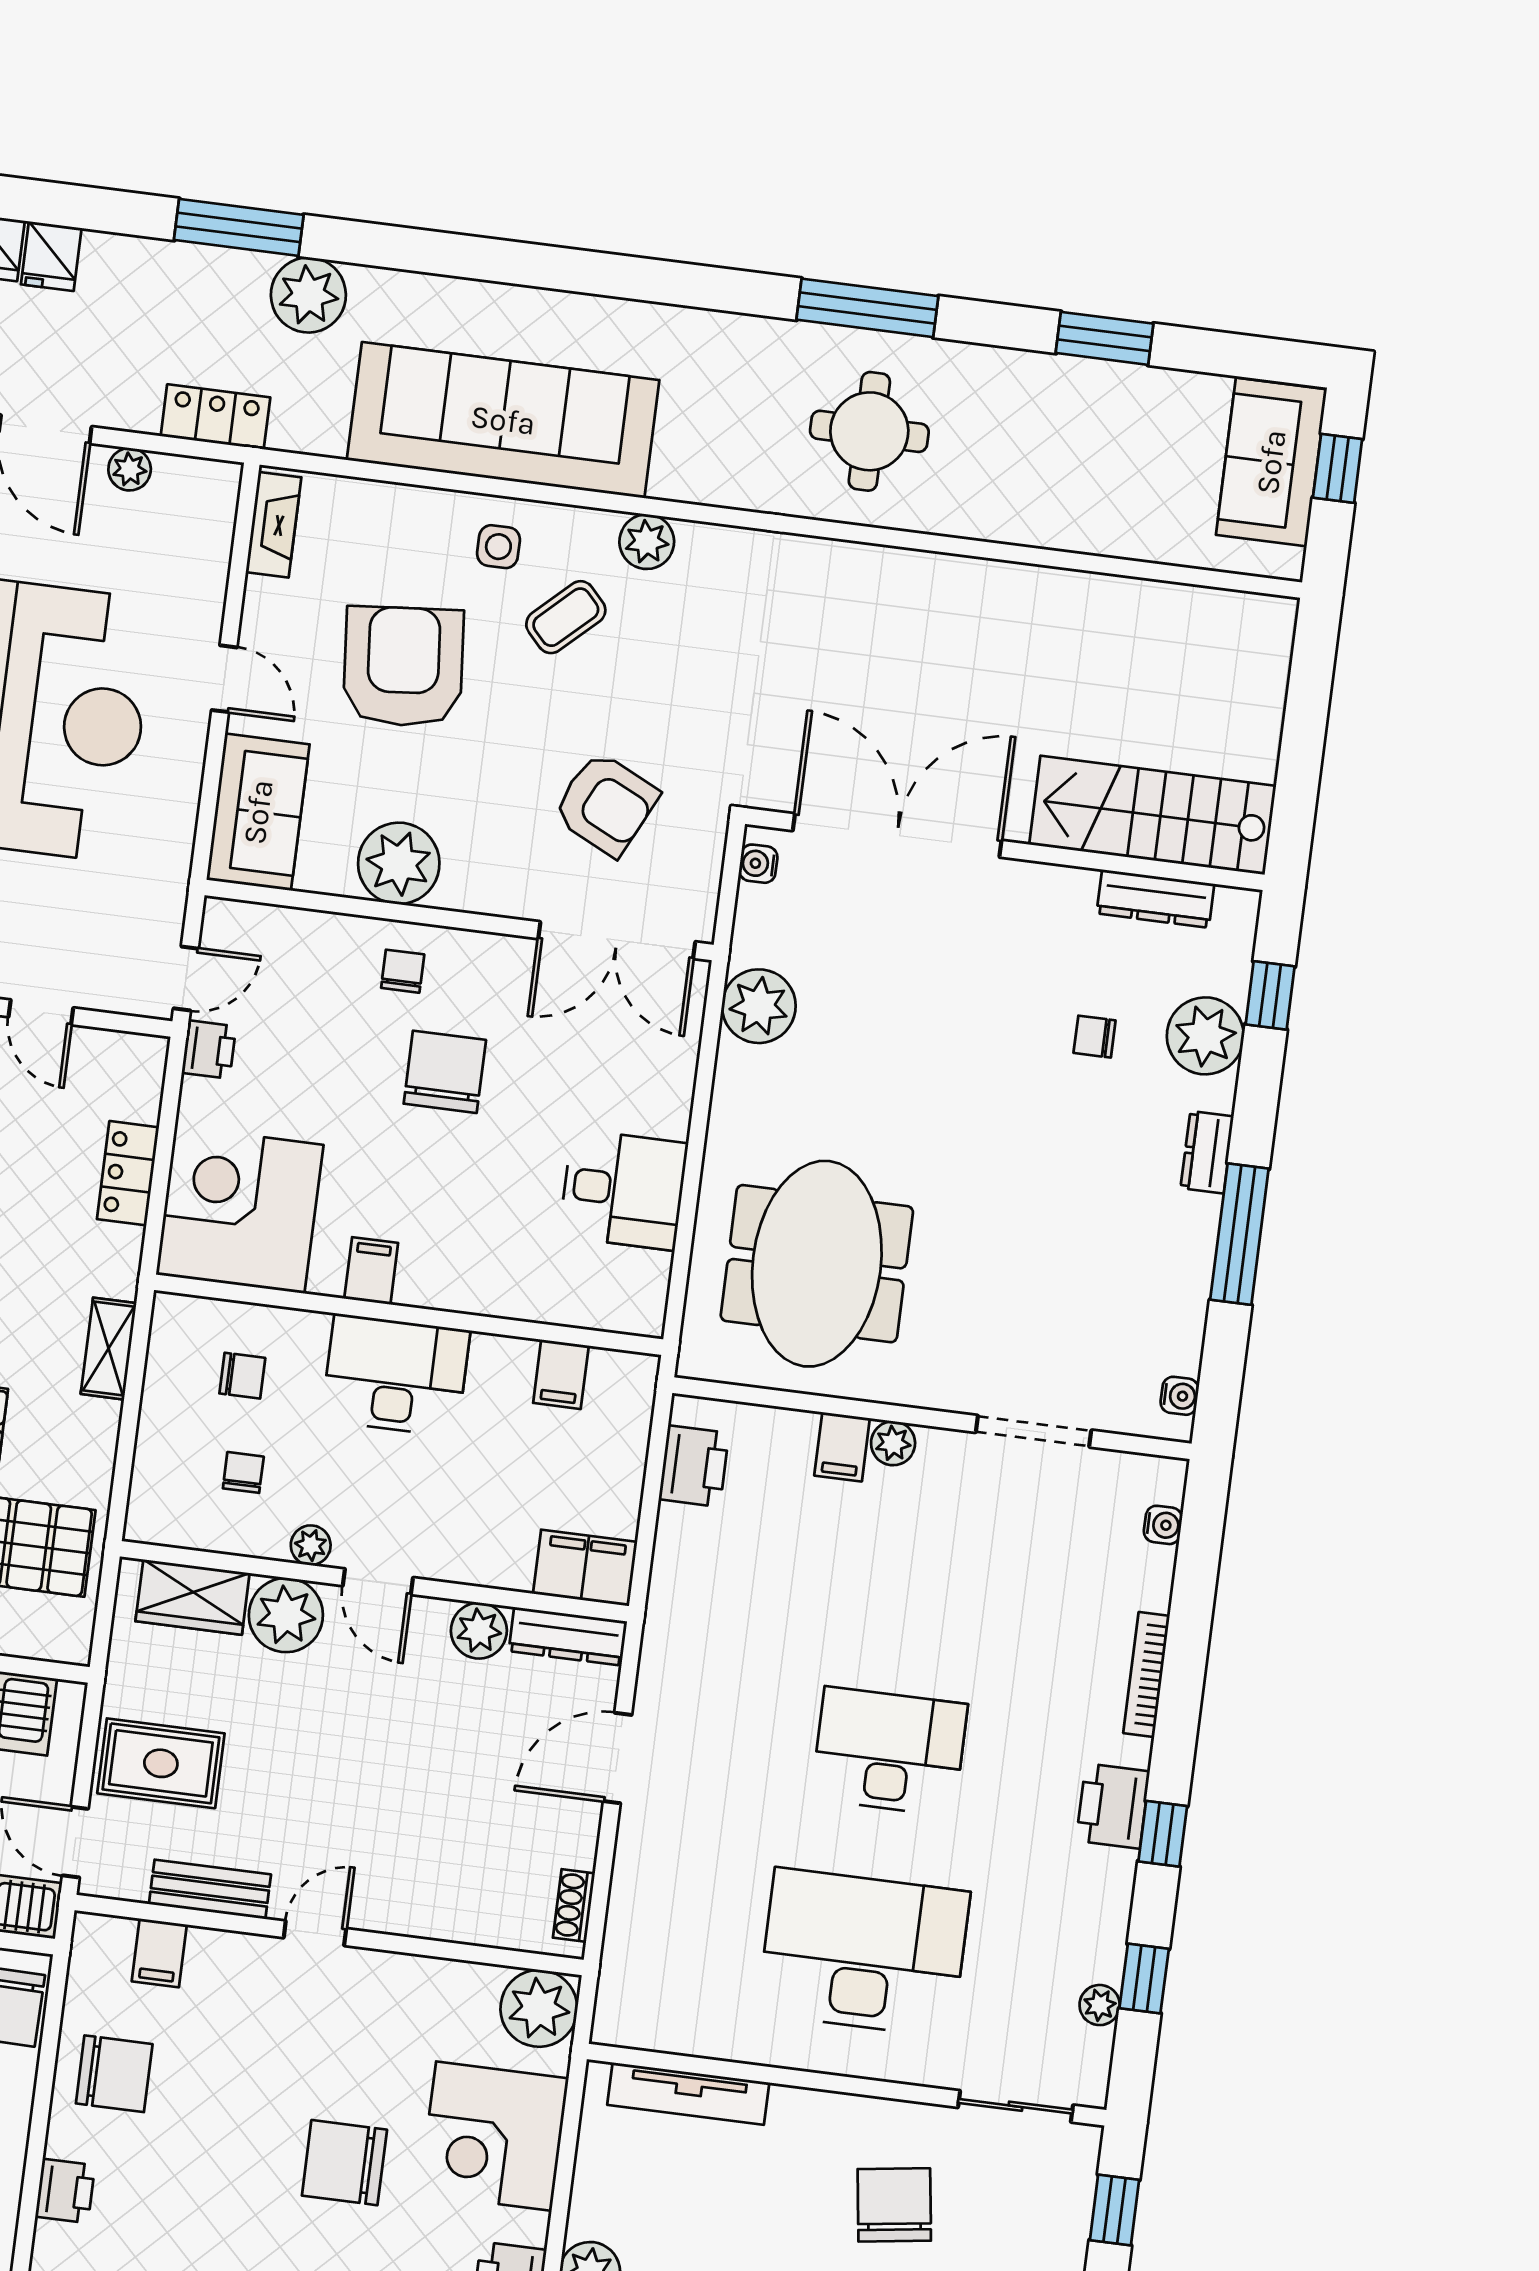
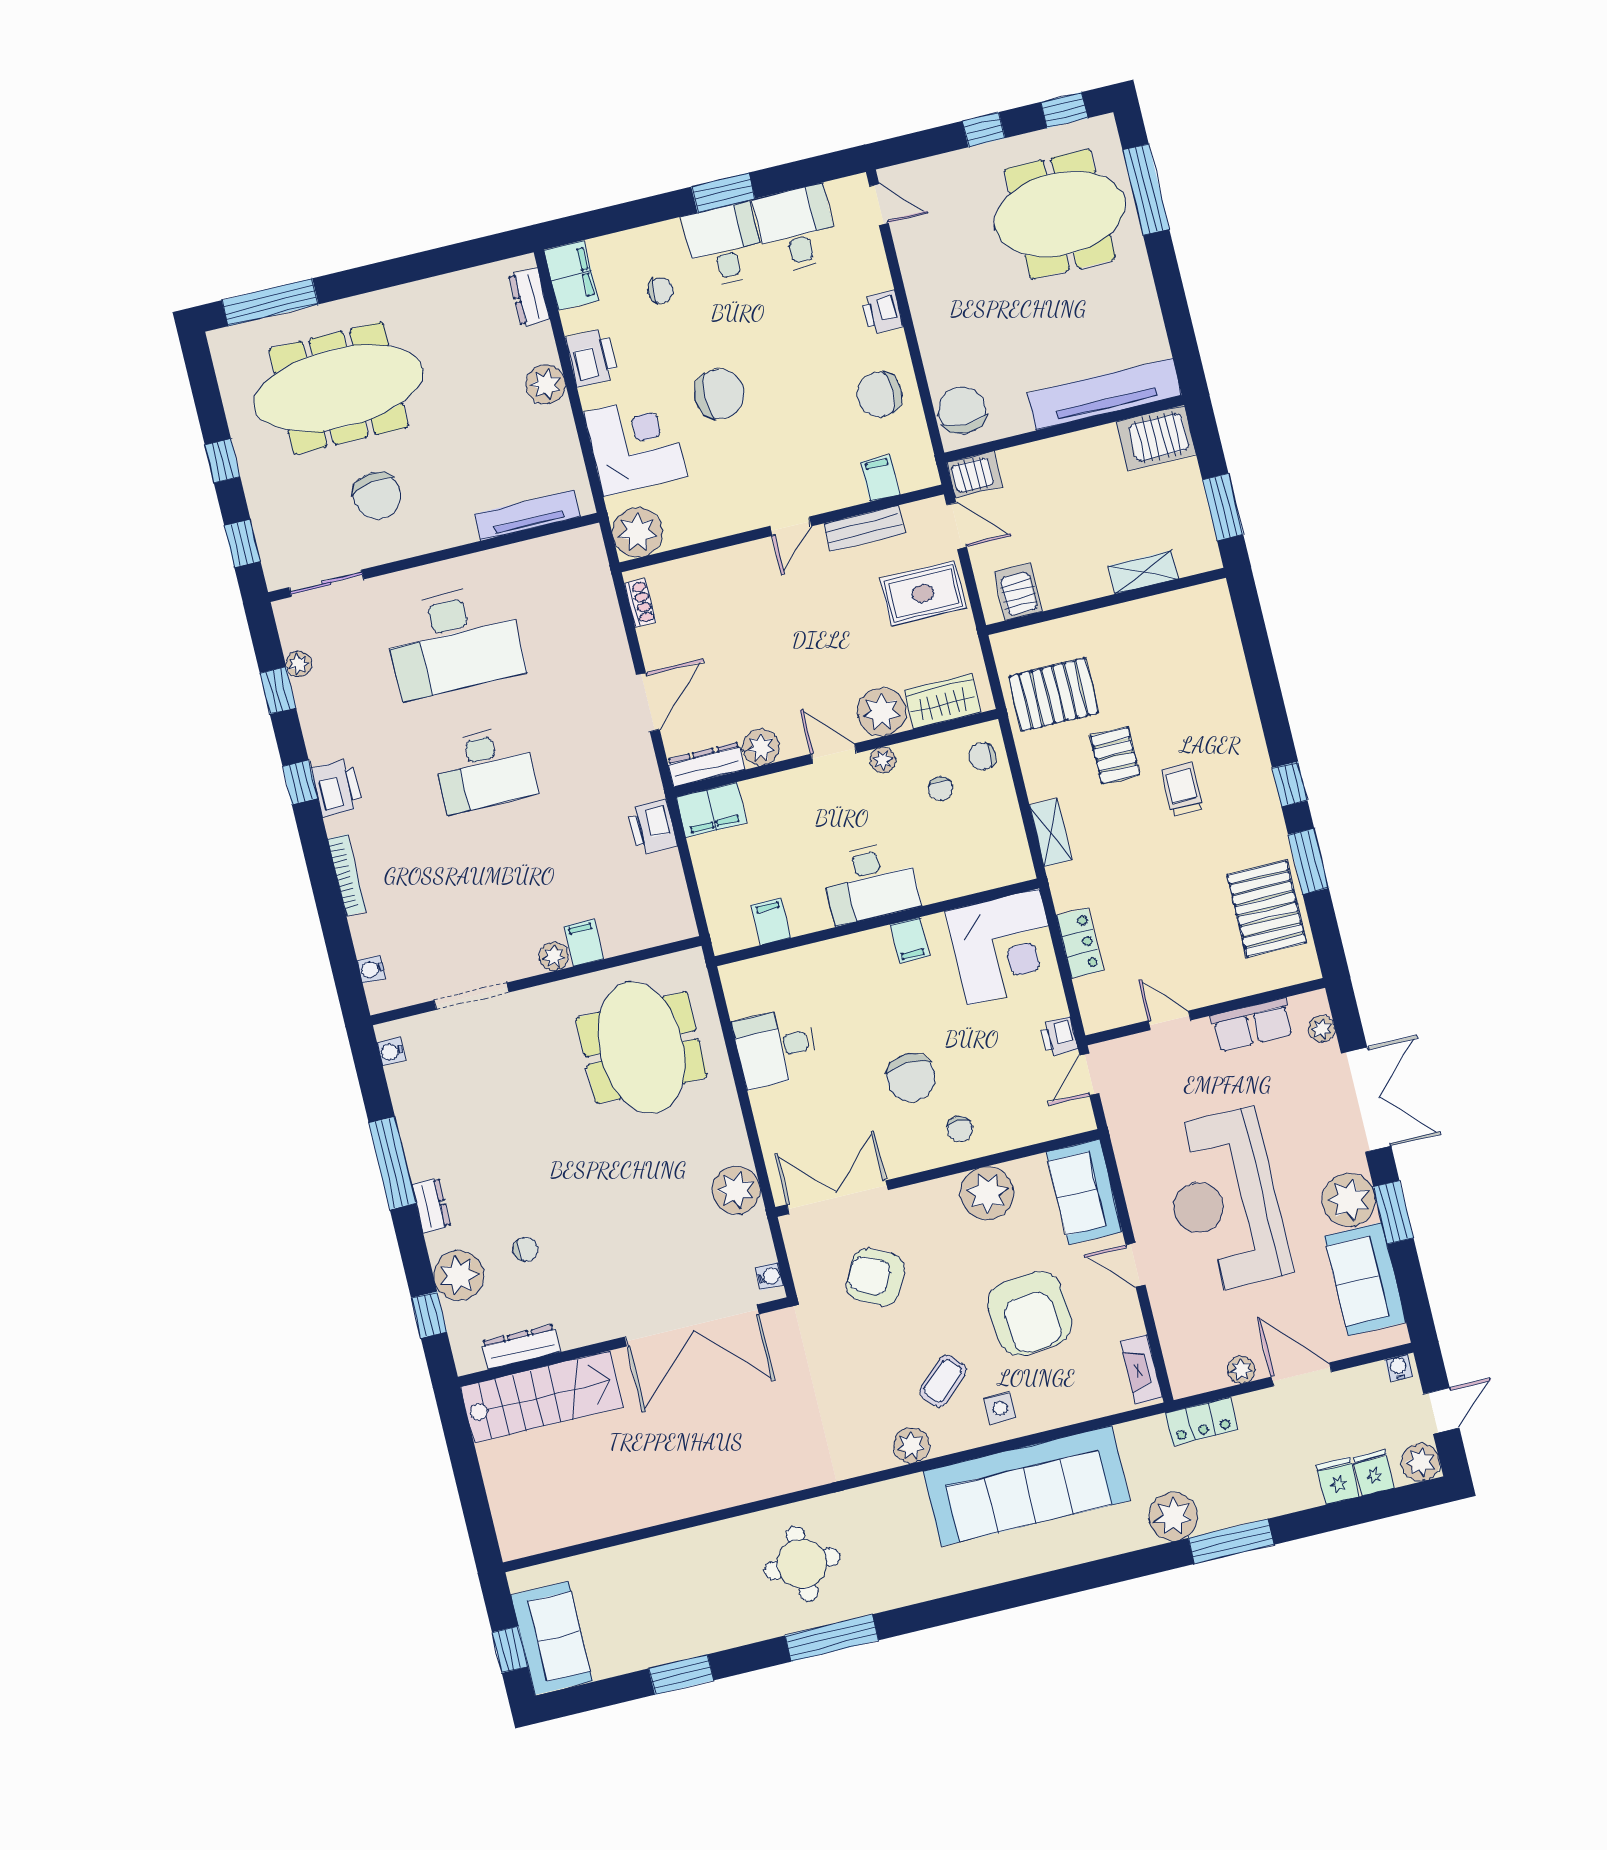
chair: (242, 1376) -> (982, 756), moved
printer: (694, 1466) -> (652, 827), moved

